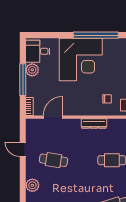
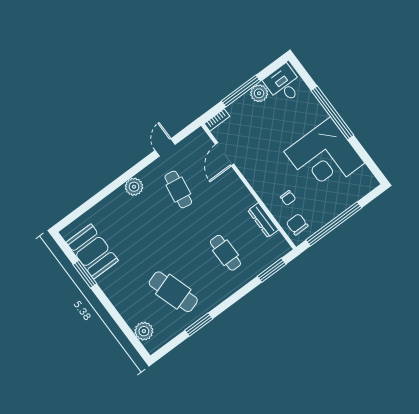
window: (96, 35) -> (332, 113), moved
corner desk: (81, 59) -> (324, 157), moved
door: (53, 117) -> (225, 154), swing flipped
dresser: (94, 123) -> (263, 220), moved

